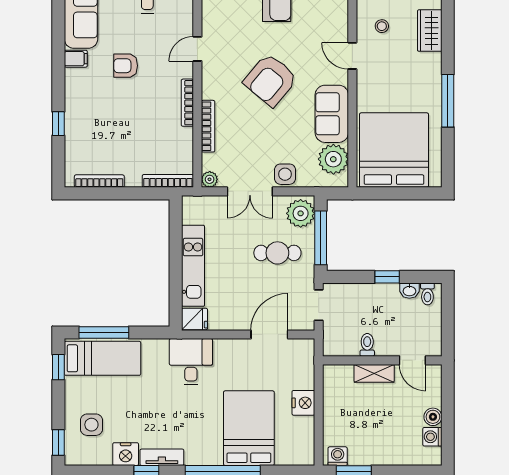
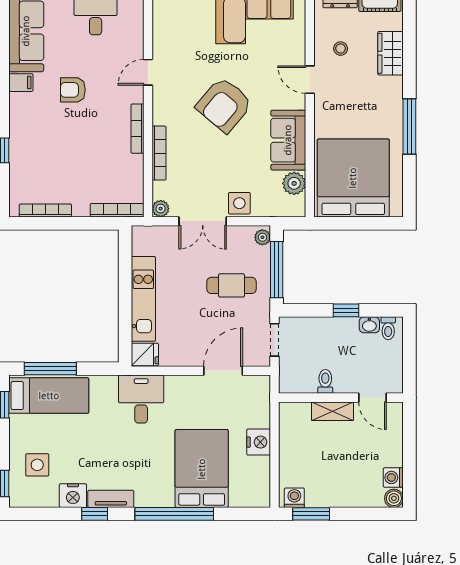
plant: (333, 159) -> (294, 183), width x0.73, depth x0.73
plant: (301, 213) -> (262, 237), width x0.53, depth x0.53
boiler: (433, 417) -> (394, 498), moved

